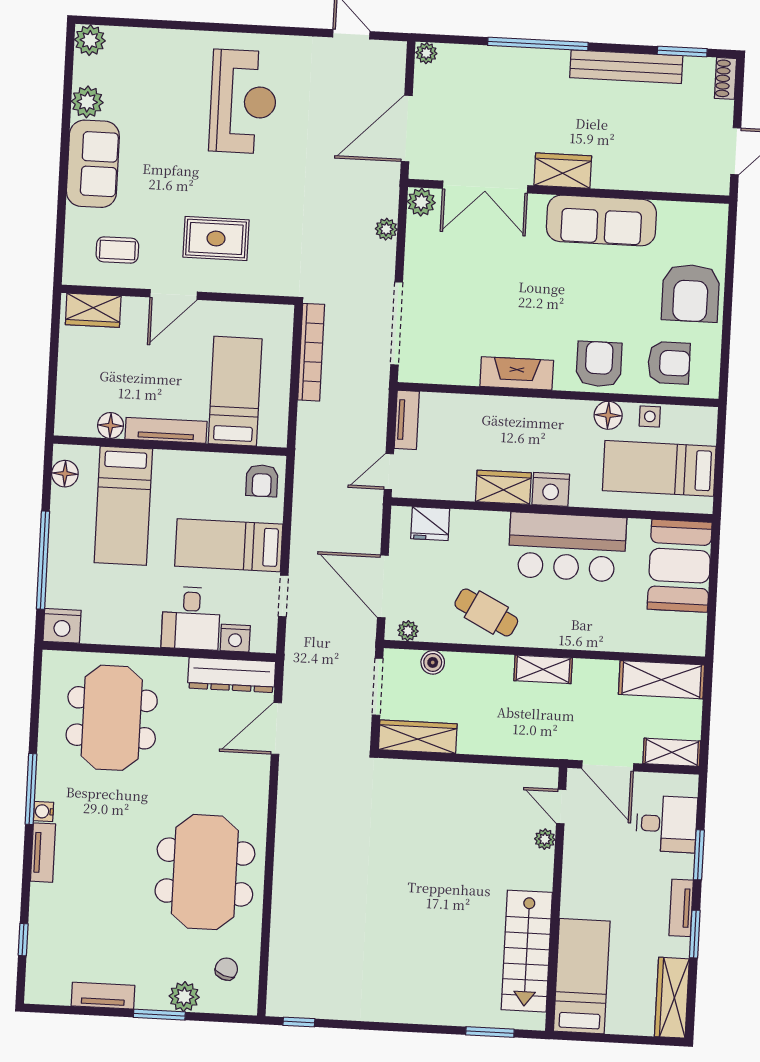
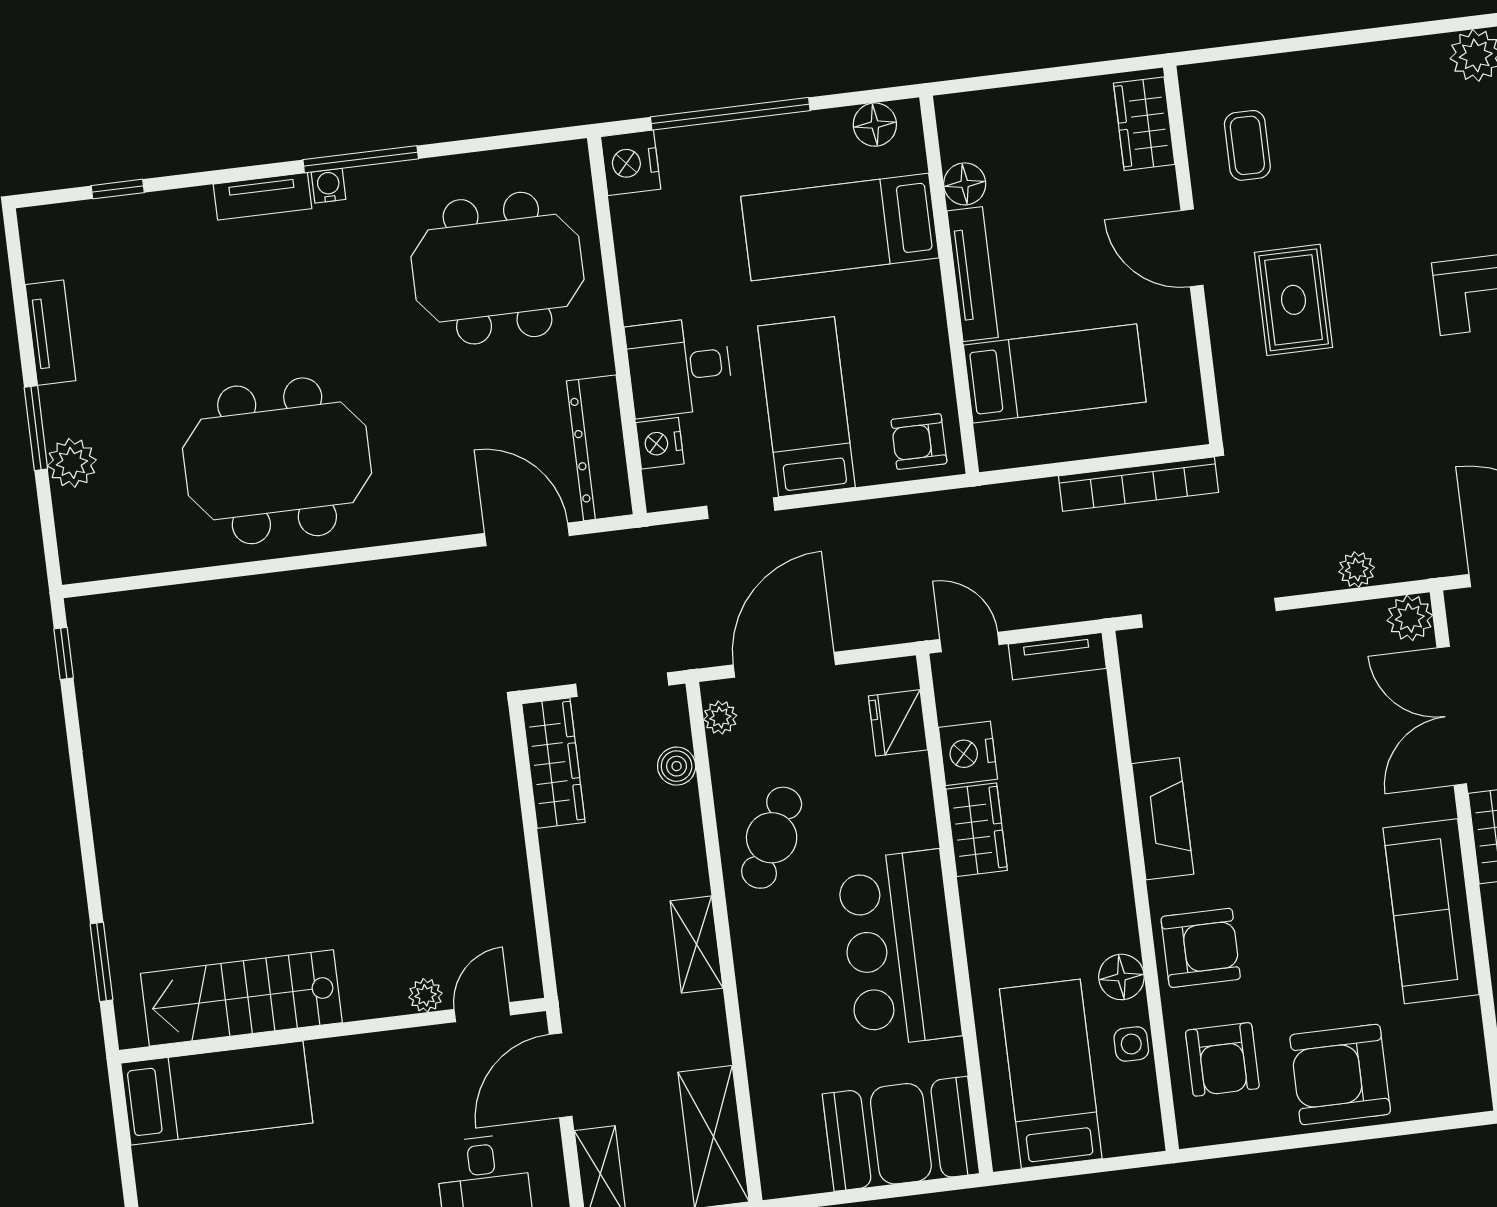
sofa: (93, 164) -> (1378, 82), removed
nightstand: (551, 489) -> (968, 753), moved
chair: (226, 969) -> (128, 522), removed

